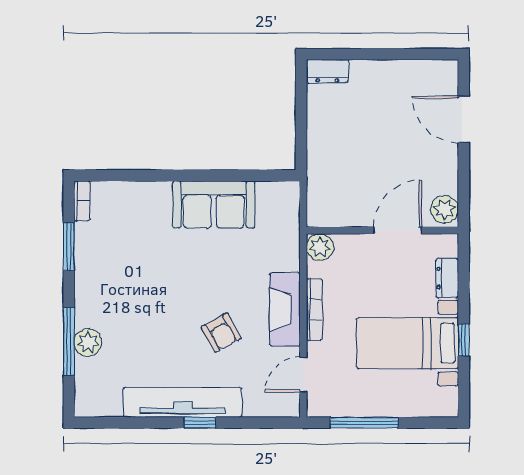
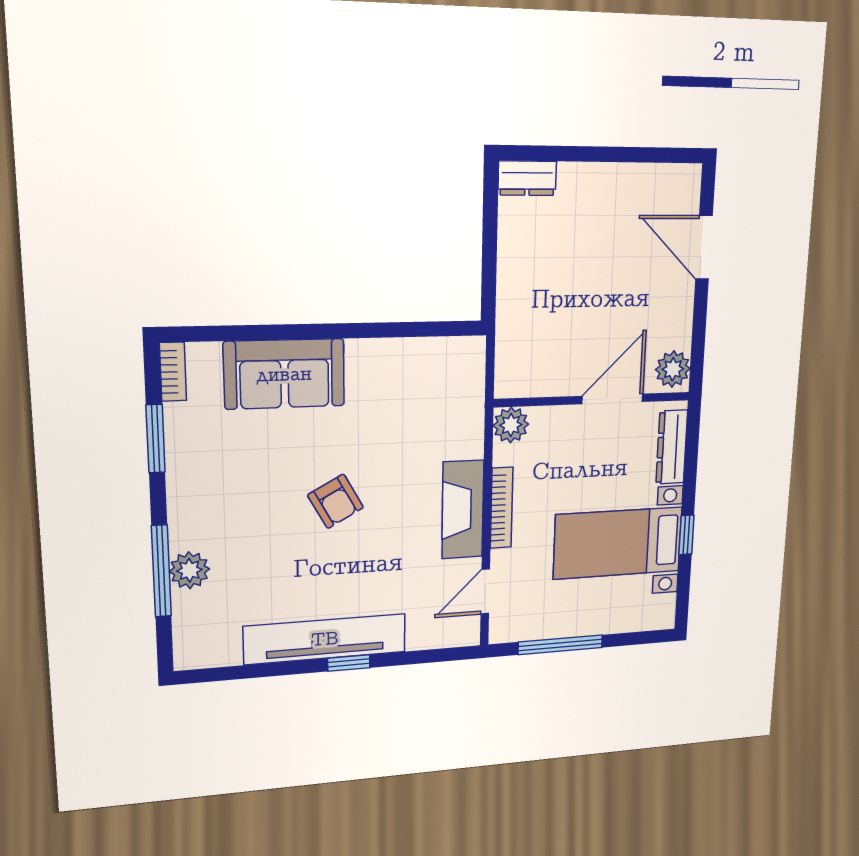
sofa: (214, 204) -> (284, 374), moved
dresser: (447, 278) -> (672, 447), width x1.44
armchair: (221, 333) -> (336, 501), moved

